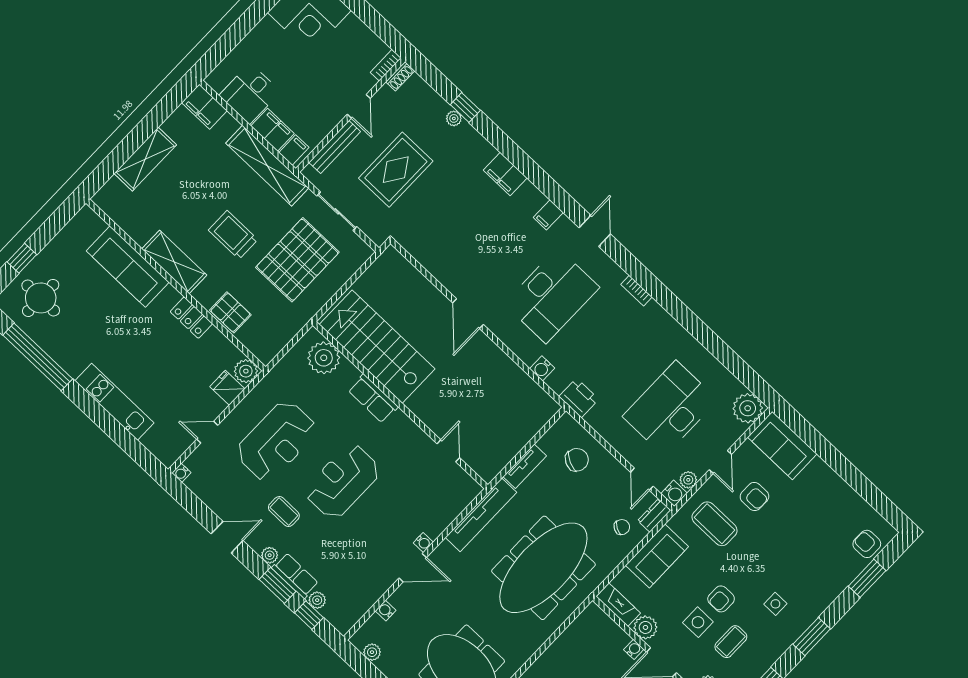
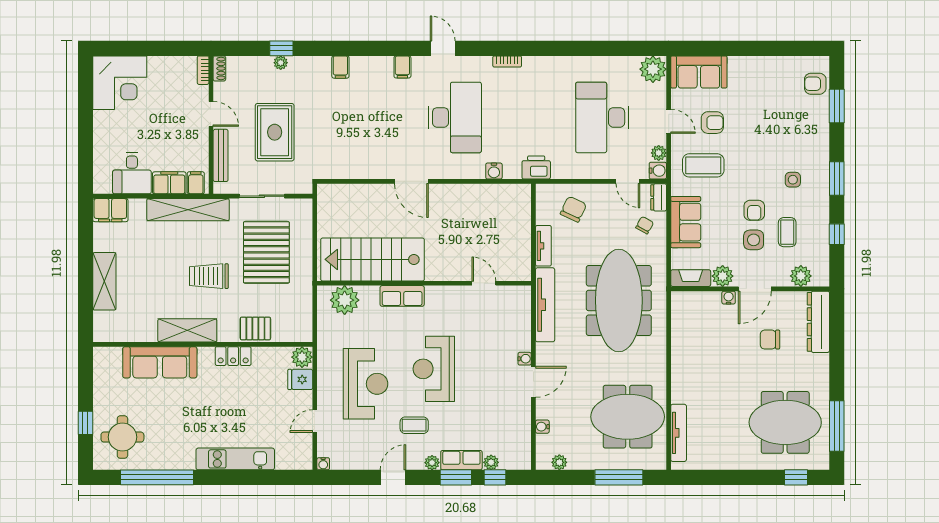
filing cabinet: (505, 174) -> (340, 67), width x0.50

